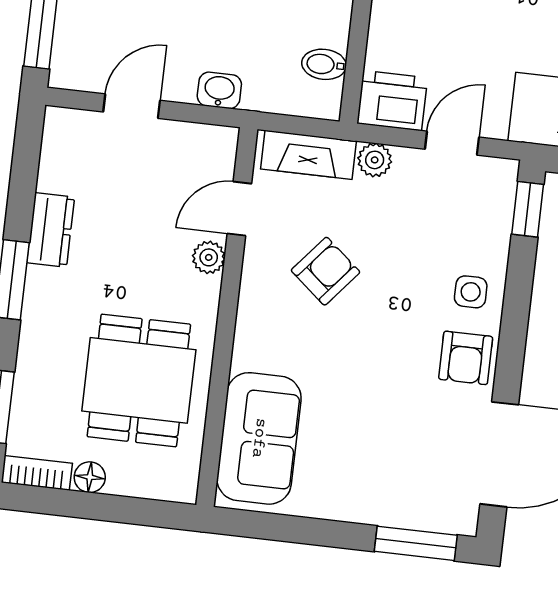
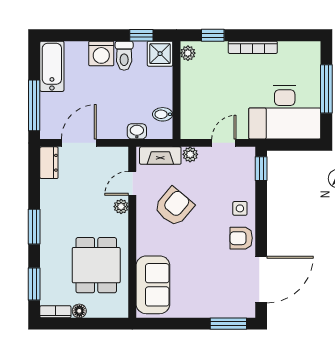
washbasin: (219, 90) -> (137, 131), moved
printer: (392, 101) -> (195, 127), removed
door: (132, 106) -> (79, 143), width x1.38
dresser: (51, 230) -> (49, 163), moved
armchair: (326, 271) -> (174, 207), width x1.38, depth x1.38
armchair: (466, 358) -> (241, 238), turned 90

